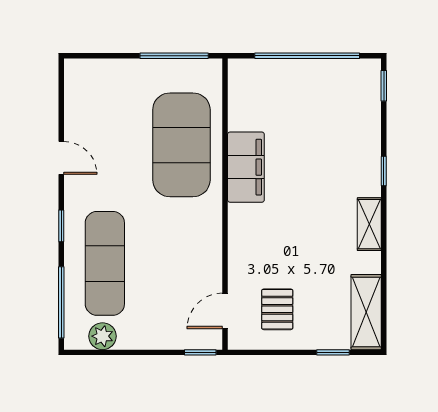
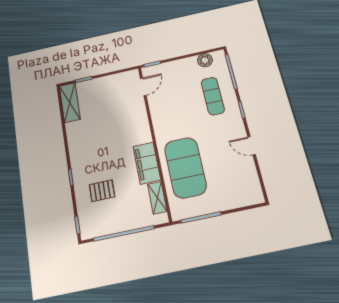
shelving: (369, 224) -> (157, 198), moved
exercise mat: (105, 263) -> (213, 96), width x0.73, depth x0.69
pallet: (277, 309) -> (102, 191), moved, turned 90

